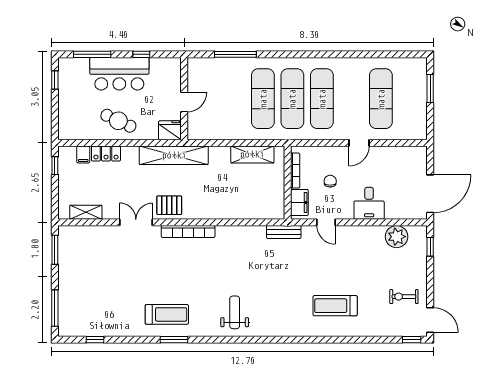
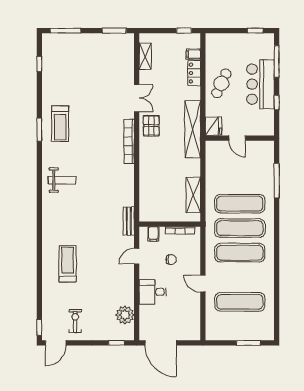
filing cabinet: (299, 202) -> (153, 234), width x0.50

